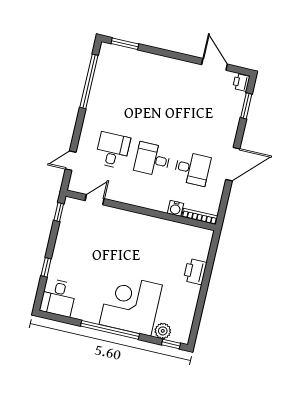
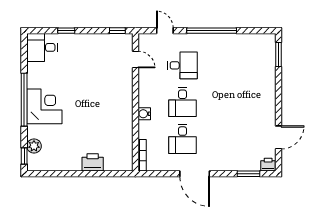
window: (89, 81) -> (212, 31), moved
desk: (152, 159) -> (183, 102), turned 180
water cooler: (175, 208) -> (144, 114), moved
corner desk: (131, 305) -> (44, 106), width x0.74, depth x0.74

